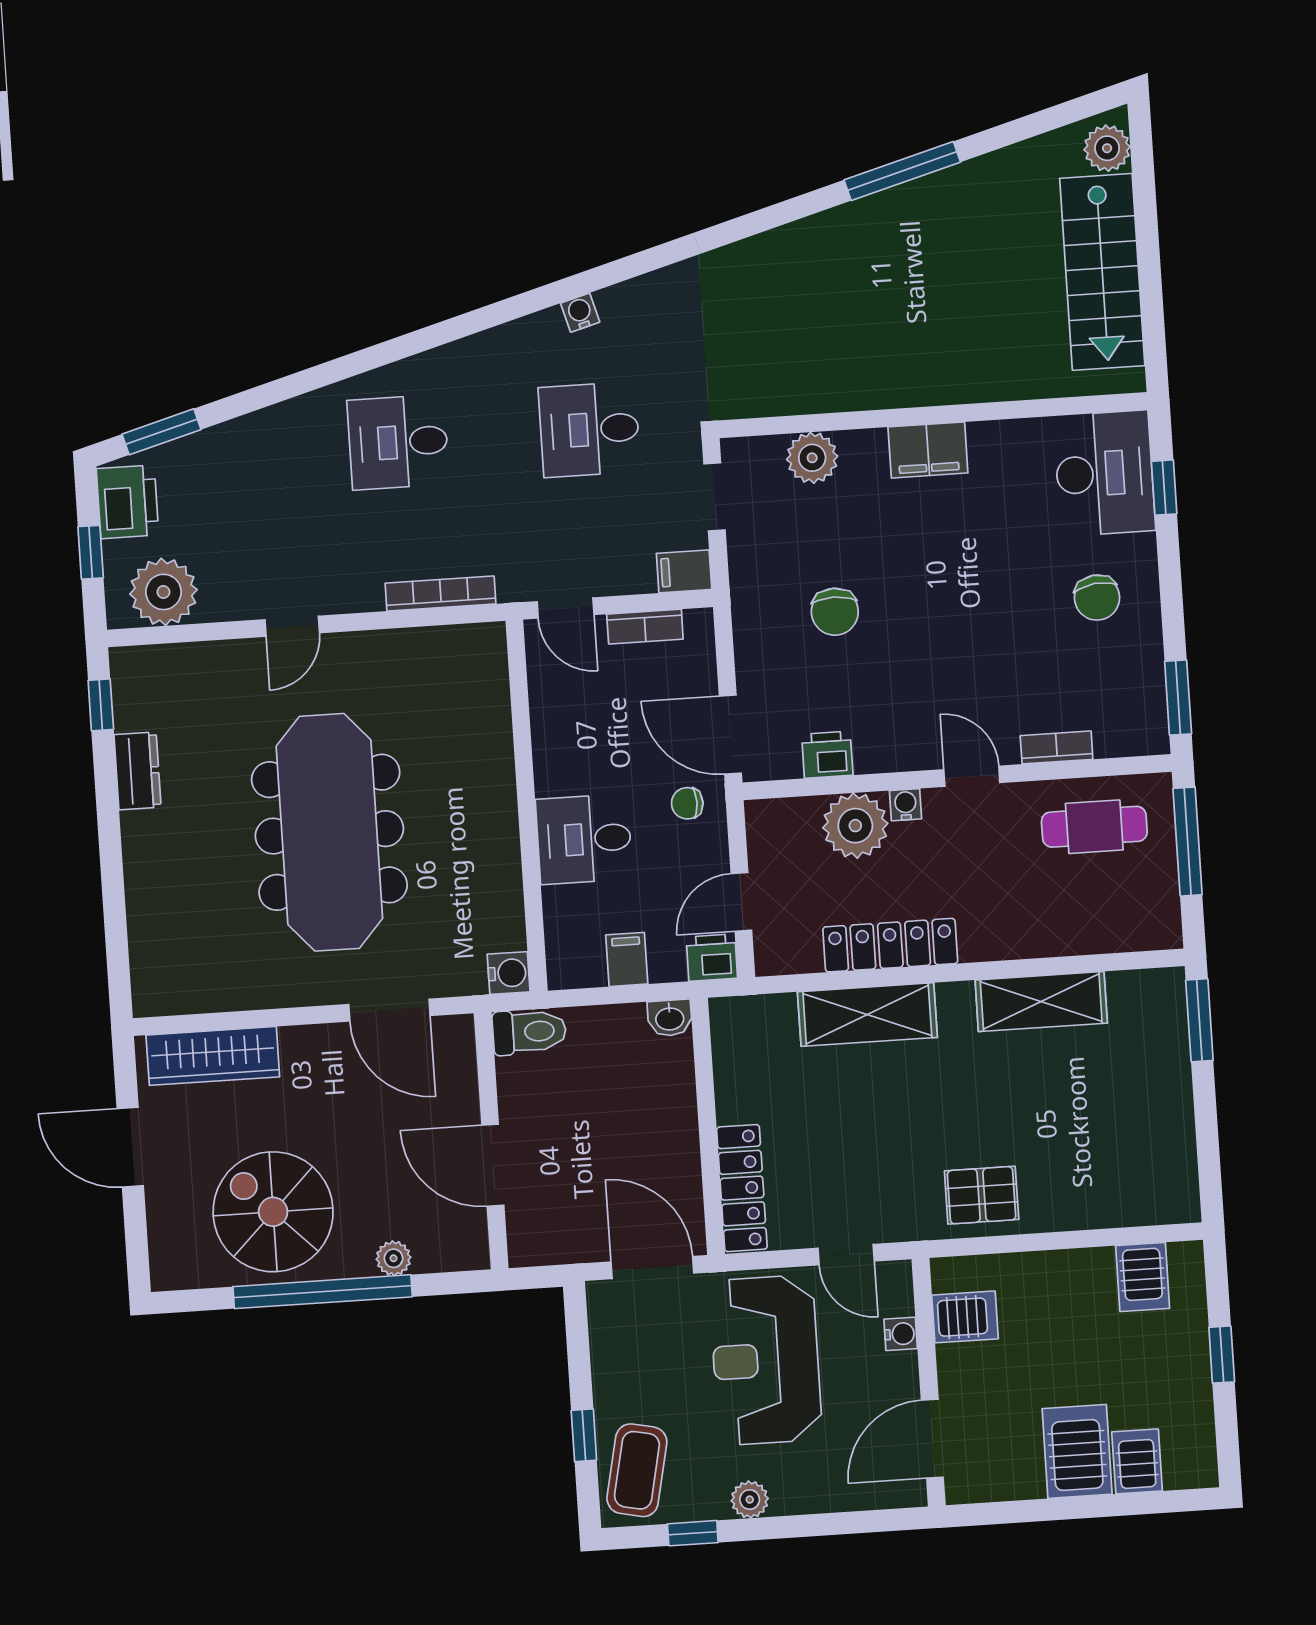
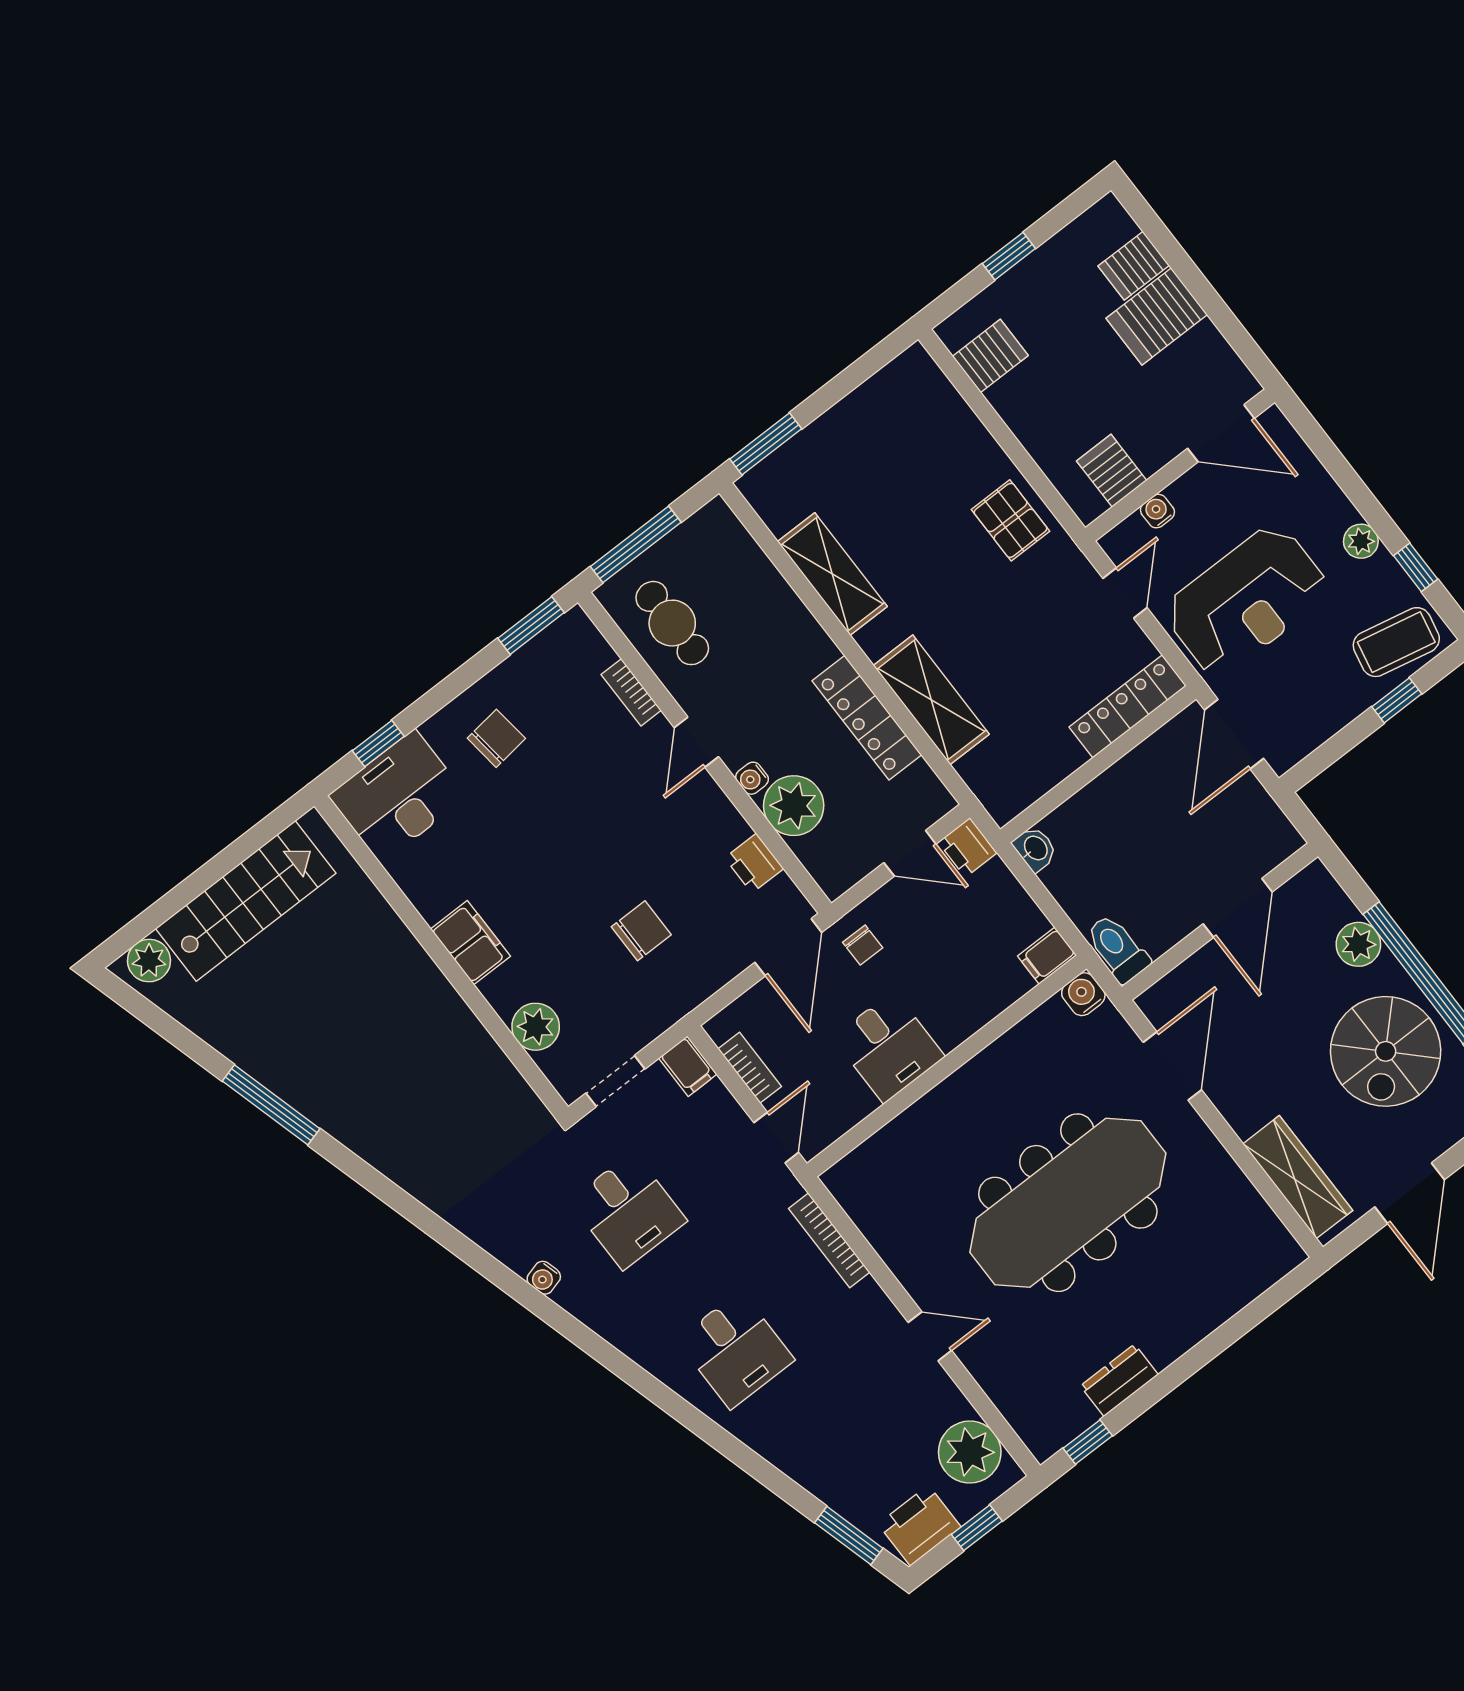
desk: (584, 839) -> (889, 1047), moved
filing cabinet: (627, 959) -> (1047, 956), moved
plant: (394, 1258) -> (1358, 944), width x1.38, depth x1.38

